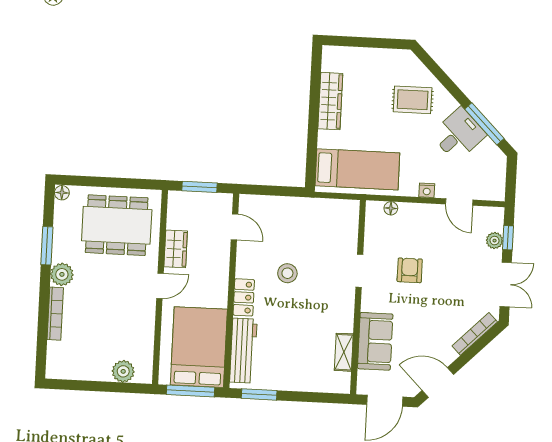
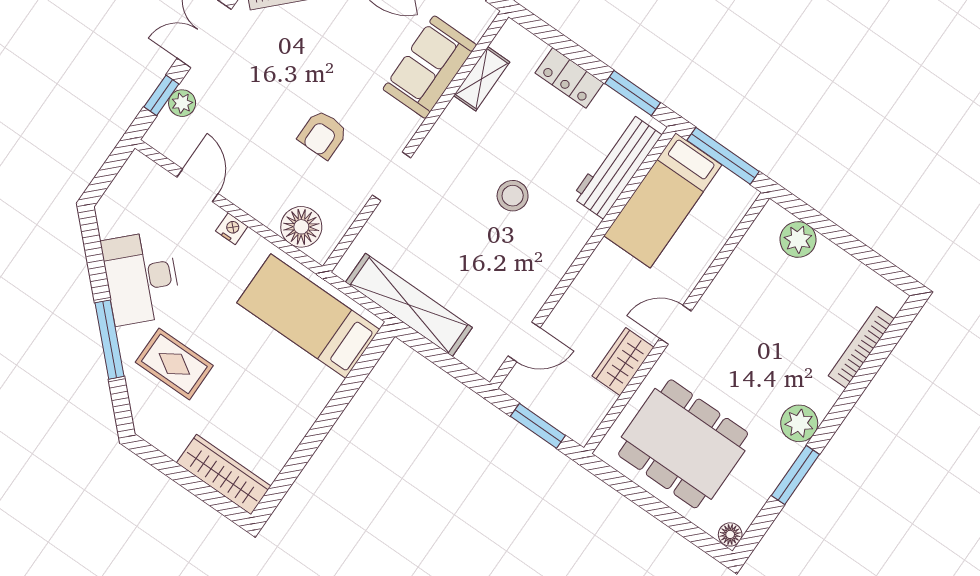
wardrobe: (330, 101) -> (224, 474), moved, turned 90
window: (484, 124) -> (109, 340), moved
desk: (458, 135) -> (141, 278), width x1.37
shelving: (308, 208) -> (409, 305), added
floor lamp: (391, 208) -> (301, 227), width x1.89, depth x1.89
door: (235, 227) -> (524, 342), swing flipped
stool: (287, 273) -> (513, 196), moved
locker: (244, 297) -> (569, 78), moved, turned -90
bookcase: (55, 314) -> (861, 347), moved
bed: (199, 347) -> (663, 200), width x0.67

